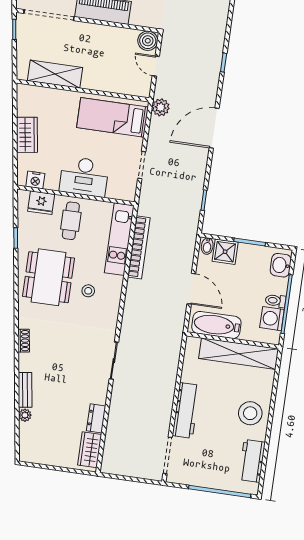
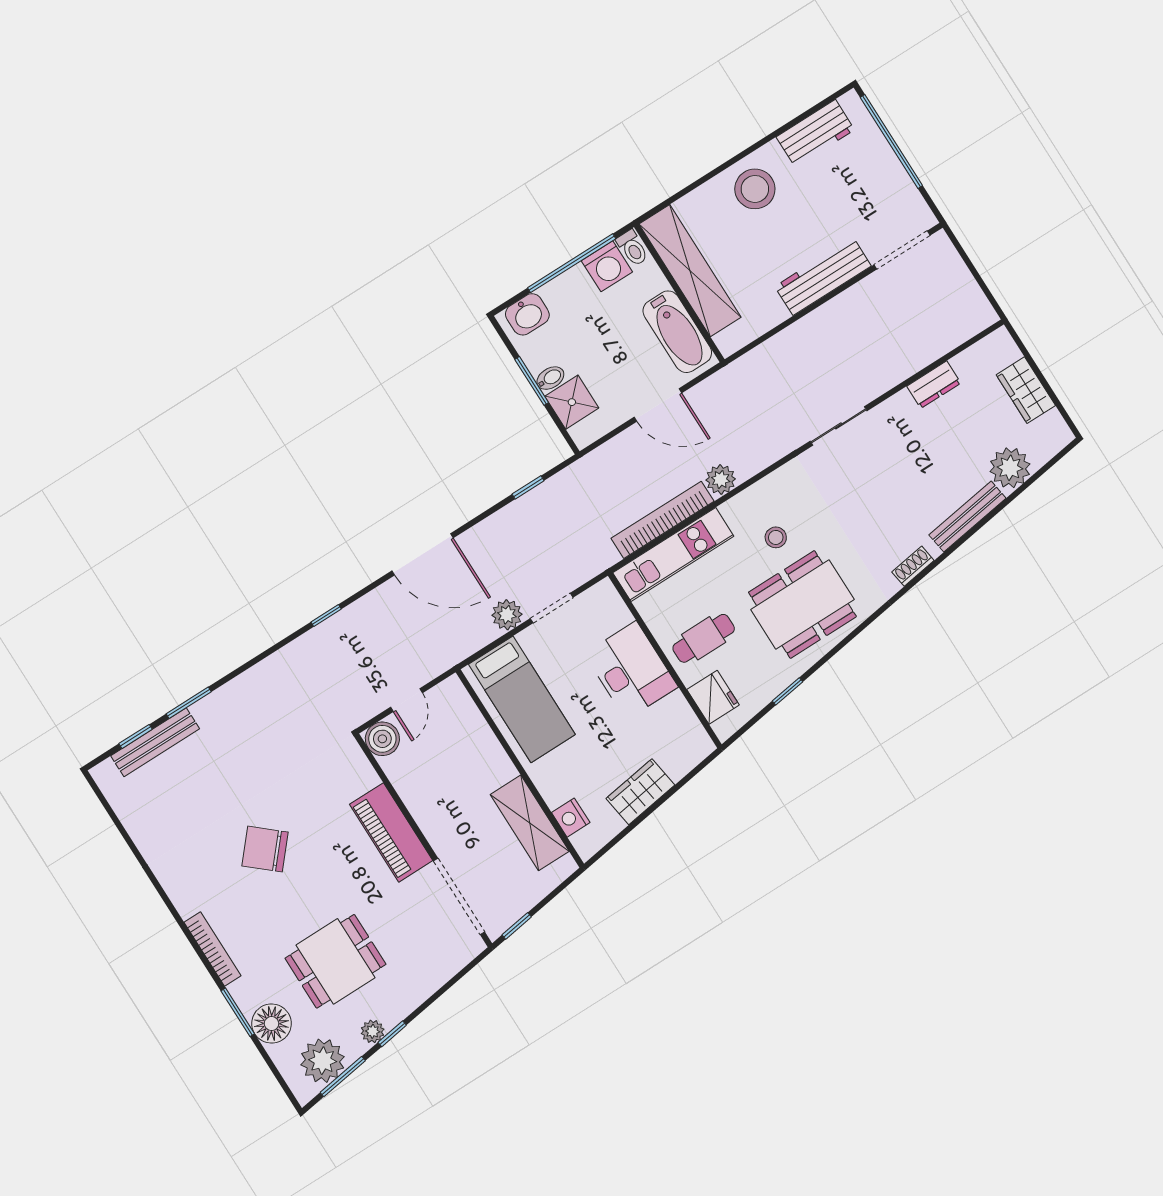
plant: (161, 107) -> (507, 615), moved
nightstand: (35, 180) -> (571, 818), moved, turned 180
bidet: (207, 246) -> (550, 378), moved
plant: (135, 288) -> (721, 479), added
door: (191, 289) -> (658, 405), swing flipped
toilet: (275, 301) -> (632, 248), moved
bench: (25, 390) -> (967, 517), width x1.36
plant: (25, 415) -> (1010, 468), width x1.88, depth x1.88
wardrobe: (90, 450) -> (1026, 390), moved, turned 90

